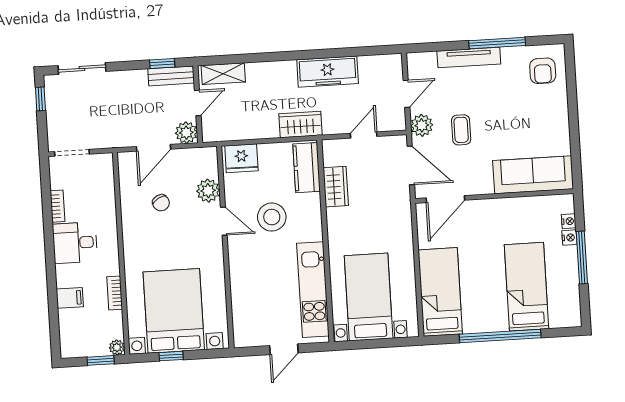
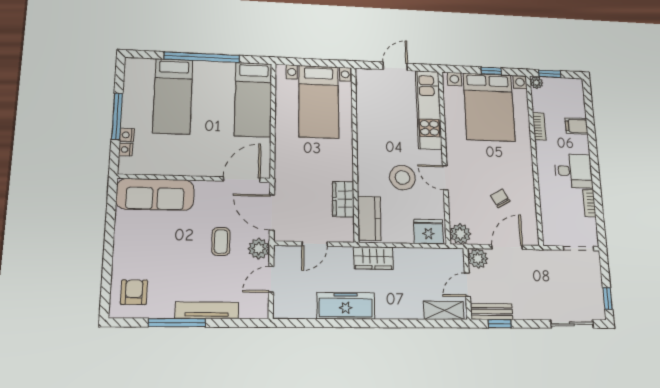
plant: (208, 191) -> (460, 234), moved
kitchen unit: (313, 290) -> (429, 110), moved, turned 180

